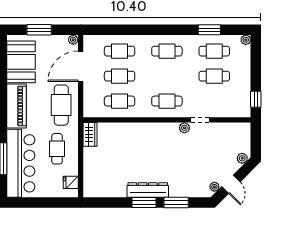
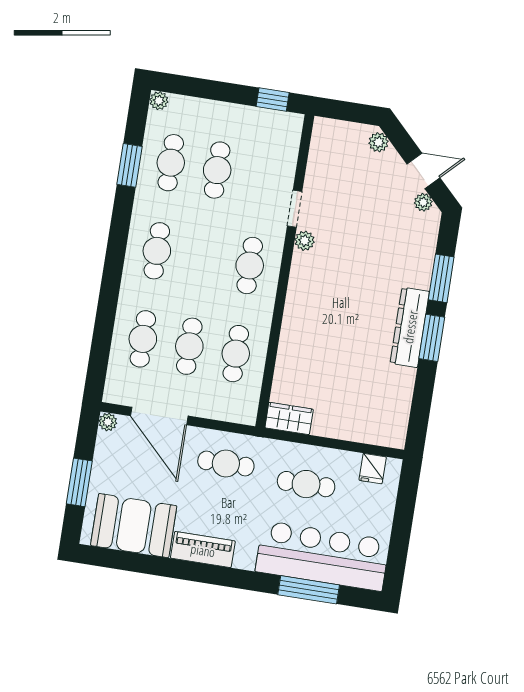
cafe table: (61, 105) -> (226, 463), width x0.73, depth x0.74
piano: (17, 106) -> (203, 550), width x0.73, depth x0.75

